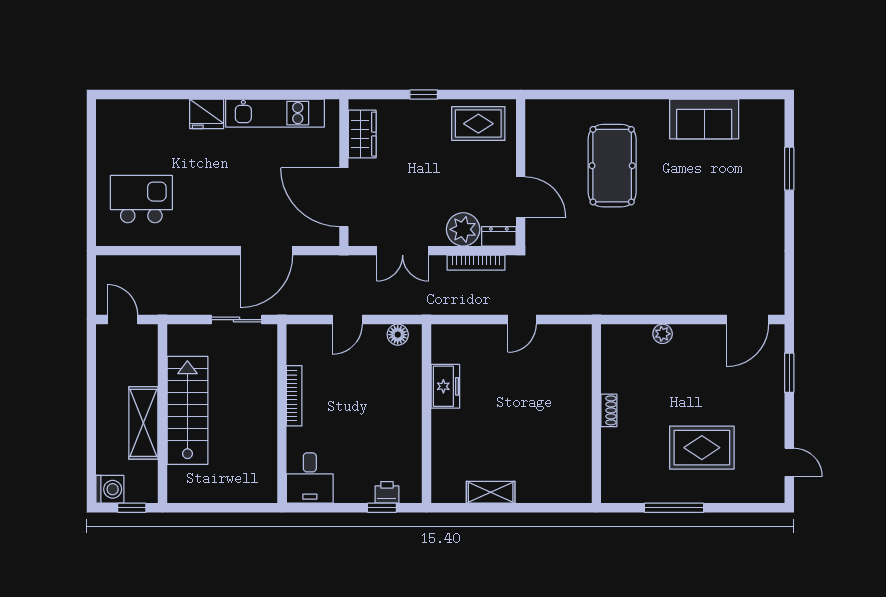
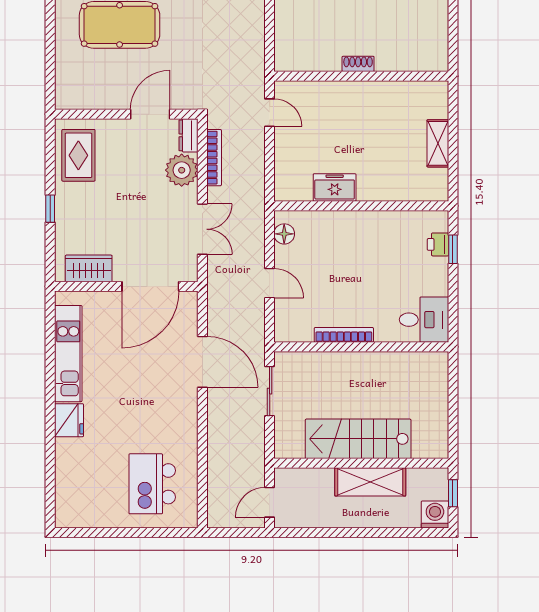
shoe rack: (609, 410) -> (358, 64), moved
wall: (596, 414) -> (361, 76), moved

